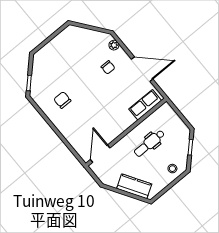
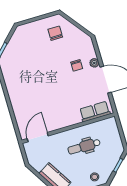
plant: (114, 45) -> (94, 63), moved
chair: (62, 100) -> (55, 33), moved

